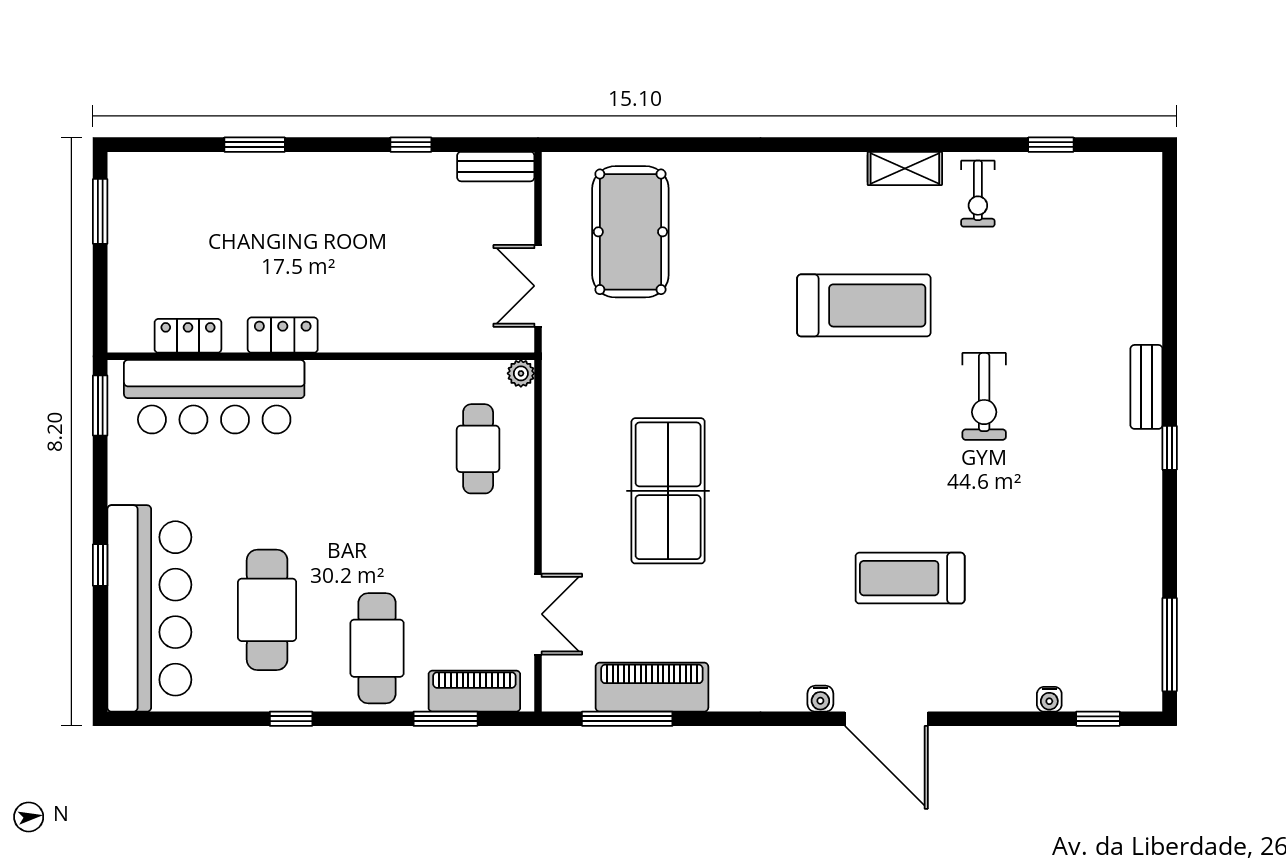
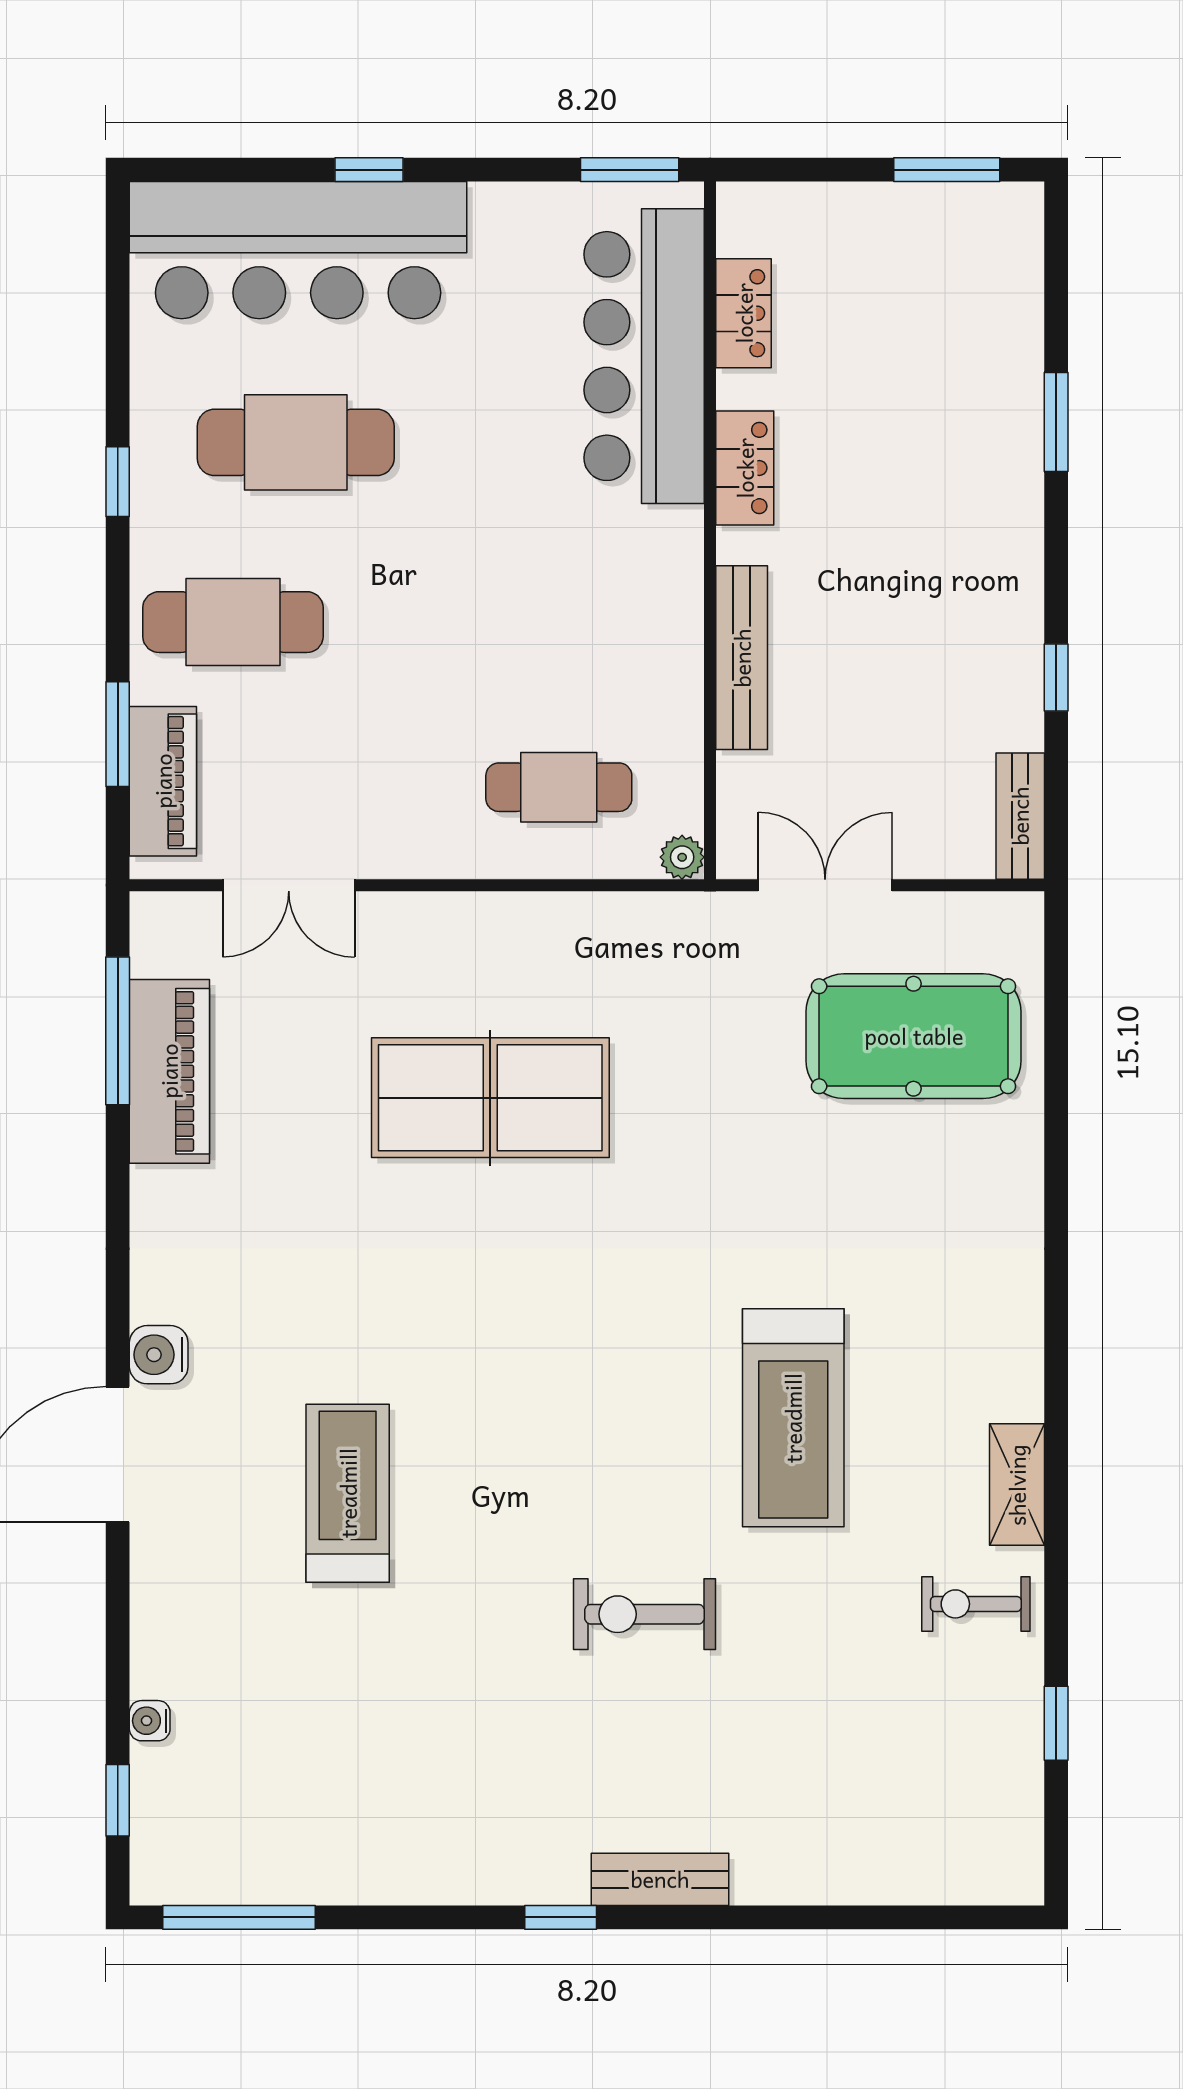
bench: (399, 337) -> (742, 658), added
water cooler: (820, 699) -> (159, 1355), width x1.38, depth x1.38

